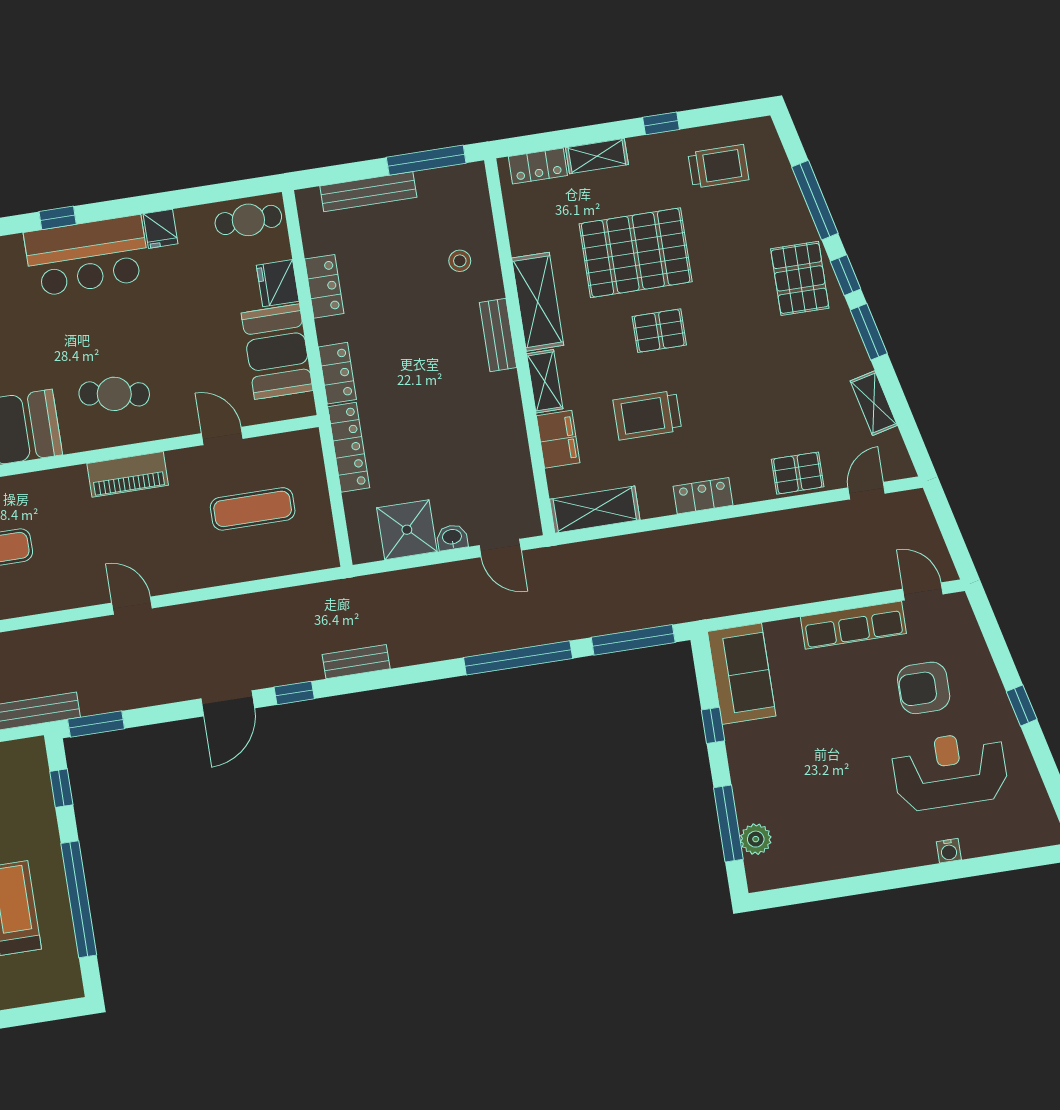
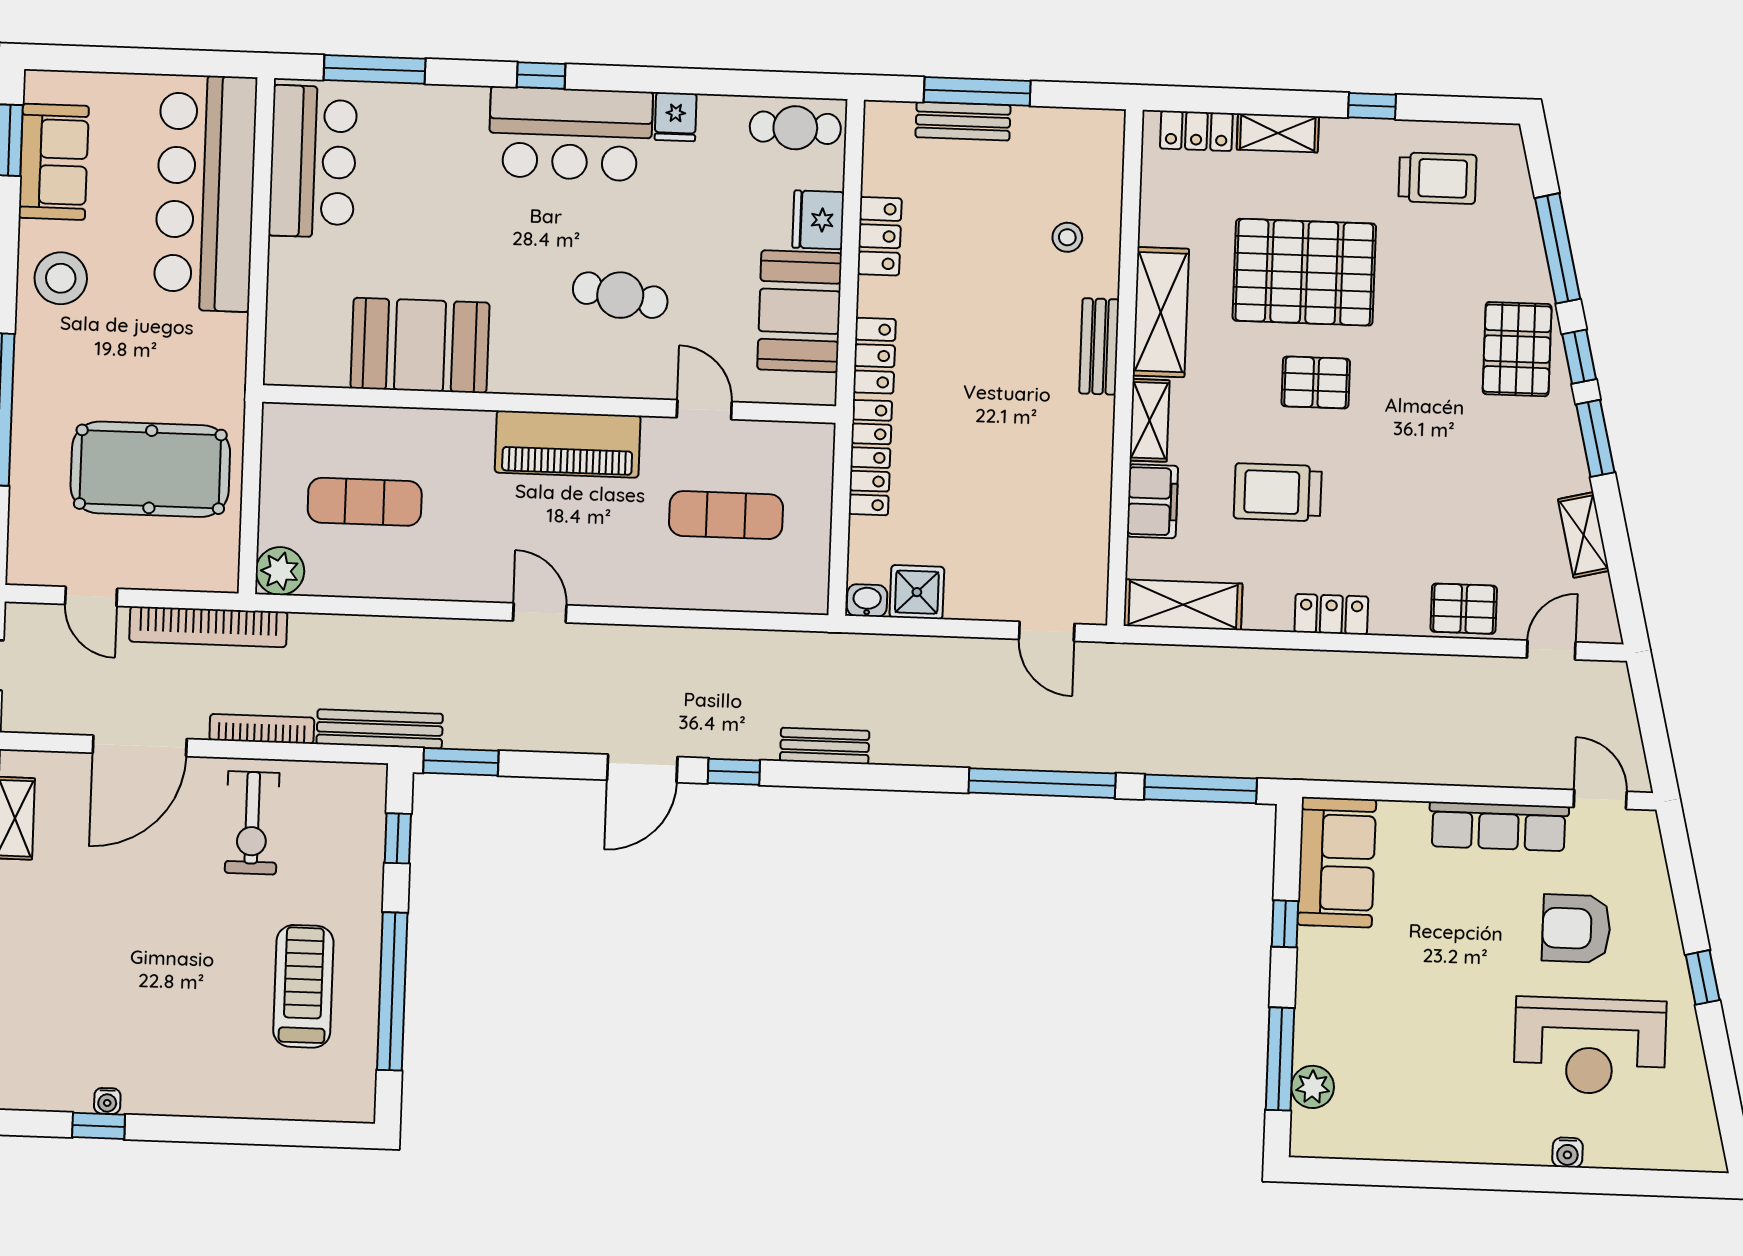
window: (426, 160) -> (977, 91), moved
bench: (368, 192) -> (963, 121), width x0.73
cafe table: (114, 394) -> (620, 295), moved
piano: (128, 474) -> (568, 444), width x1.37, depth x1.33
shower: (407, 530) -> (917, 592), width x0.73, depth x0.73
washbasin: (452, 537) -> (867, 601), moved
reception desk: (950, 771) -> (1590, 1046), turned 180

